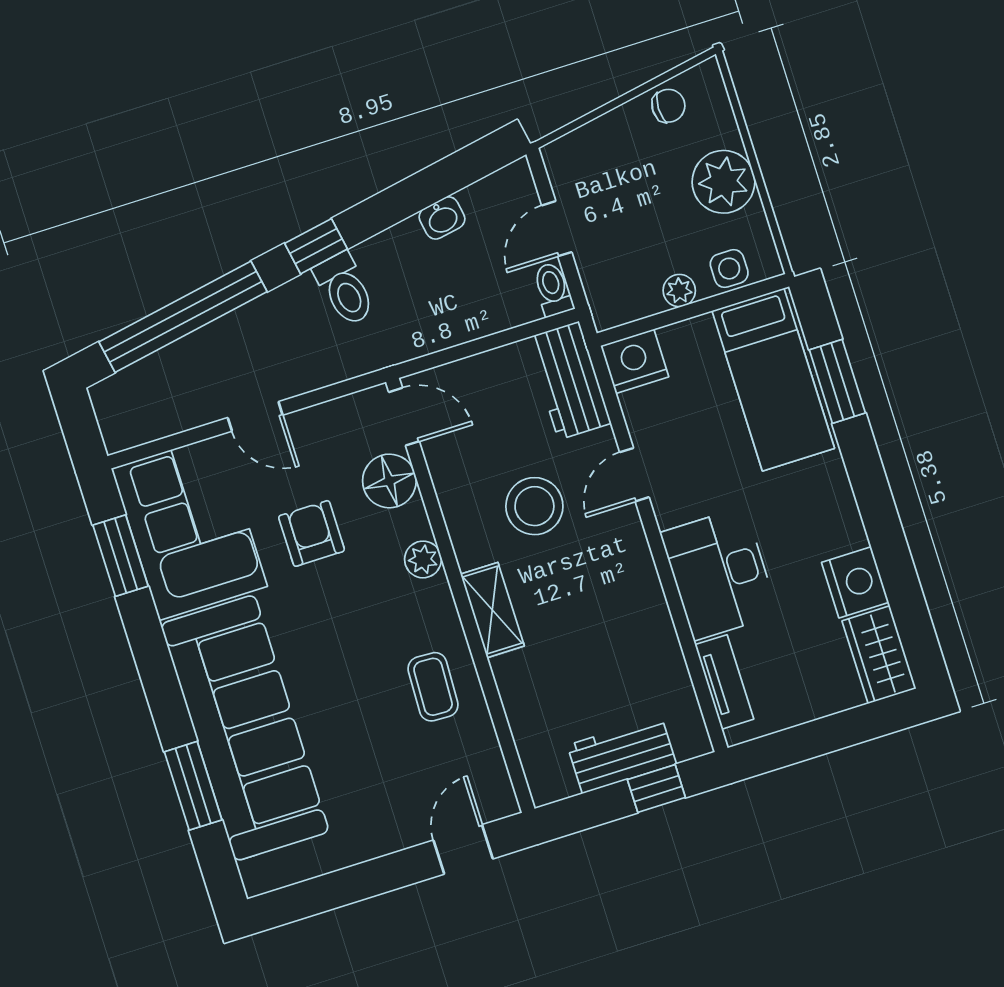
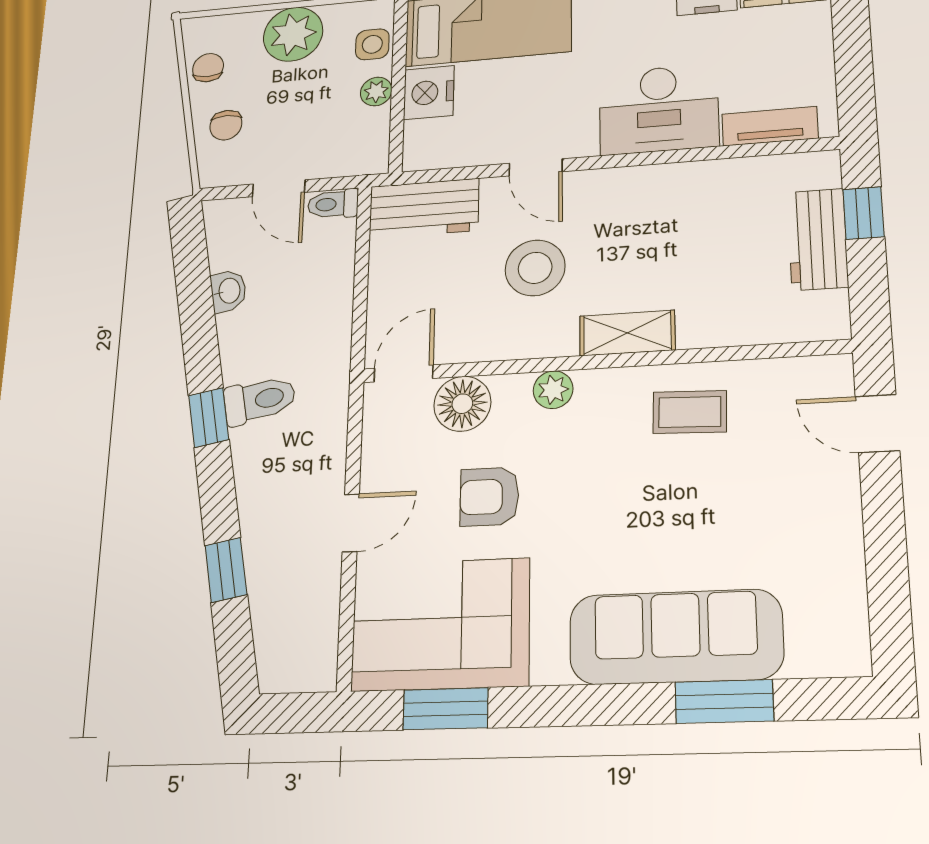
chair: (611, 149) -> (226, 125), added
window: (183, 317) -> (226, 570), width x0.32
nightstand: (635, 361) -> (429, 93), moved
sofa: (245, 728) -> (676, 637), width x0.74, depth x0.79

